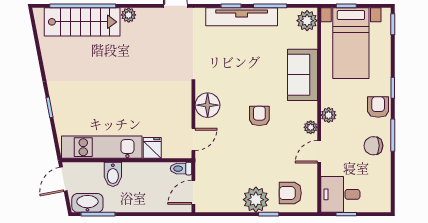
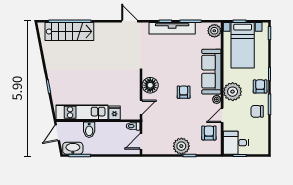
plant: (129, 15) -> (99, 27), removed
sofa: (302, 75) -> (211, 72), width x1.36
plant: (329, 115) -> (233, 92), width x1.87, depth x1.87
armchair: (290, 193) -> (209, 133), moved, turned 90

